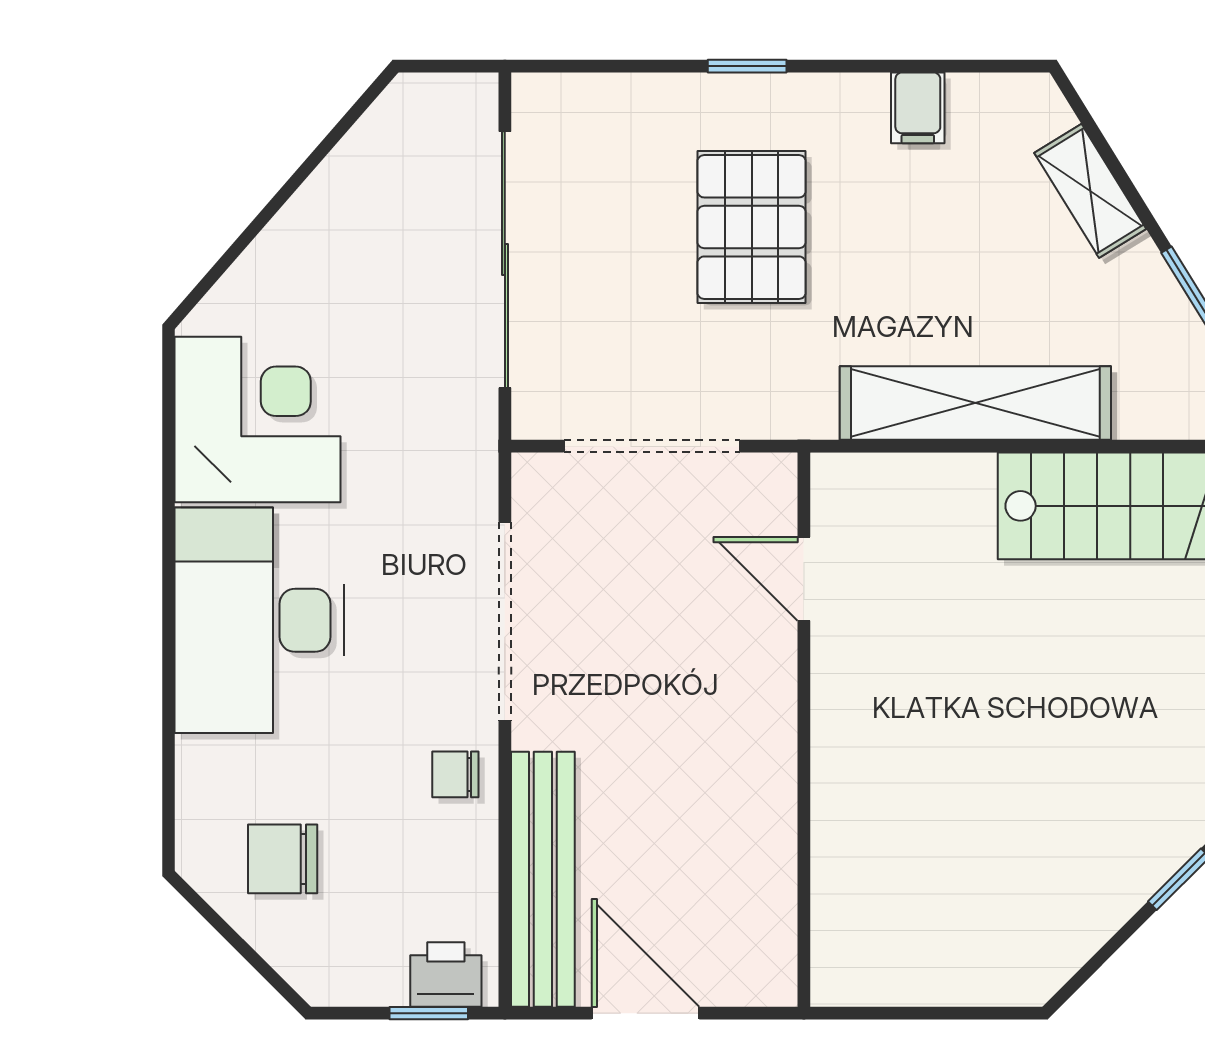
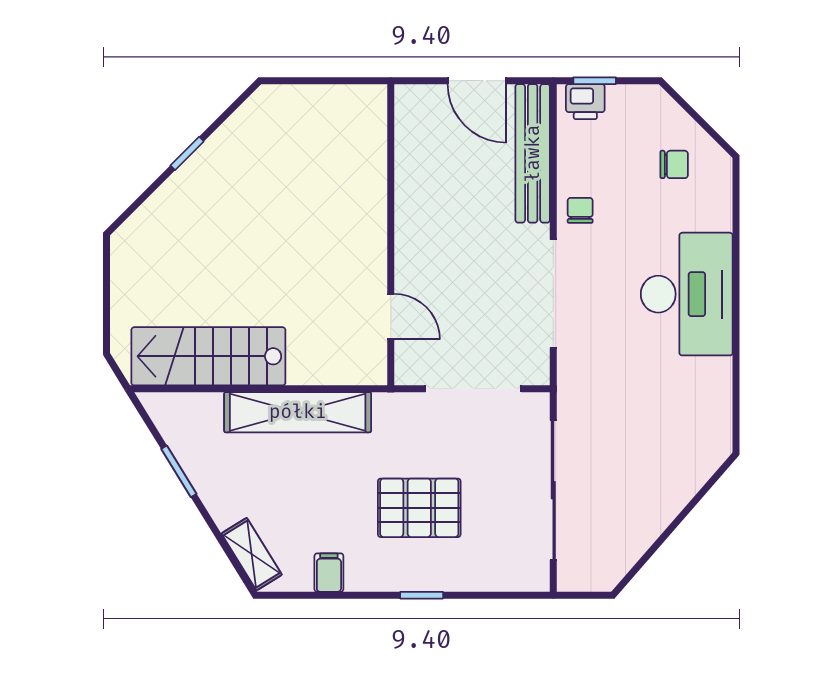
shelving: (1090, 191) -> (252, 554), moved
pallet: (752, 227) -> (419, 508), turned 90
corner desk: (258, 419) -> (688, 403), removed
chair: (455, 774) -> (580, 210), turned -90
chair: (283, 859) -> (674, 164), width x0.73, depth x0.73

